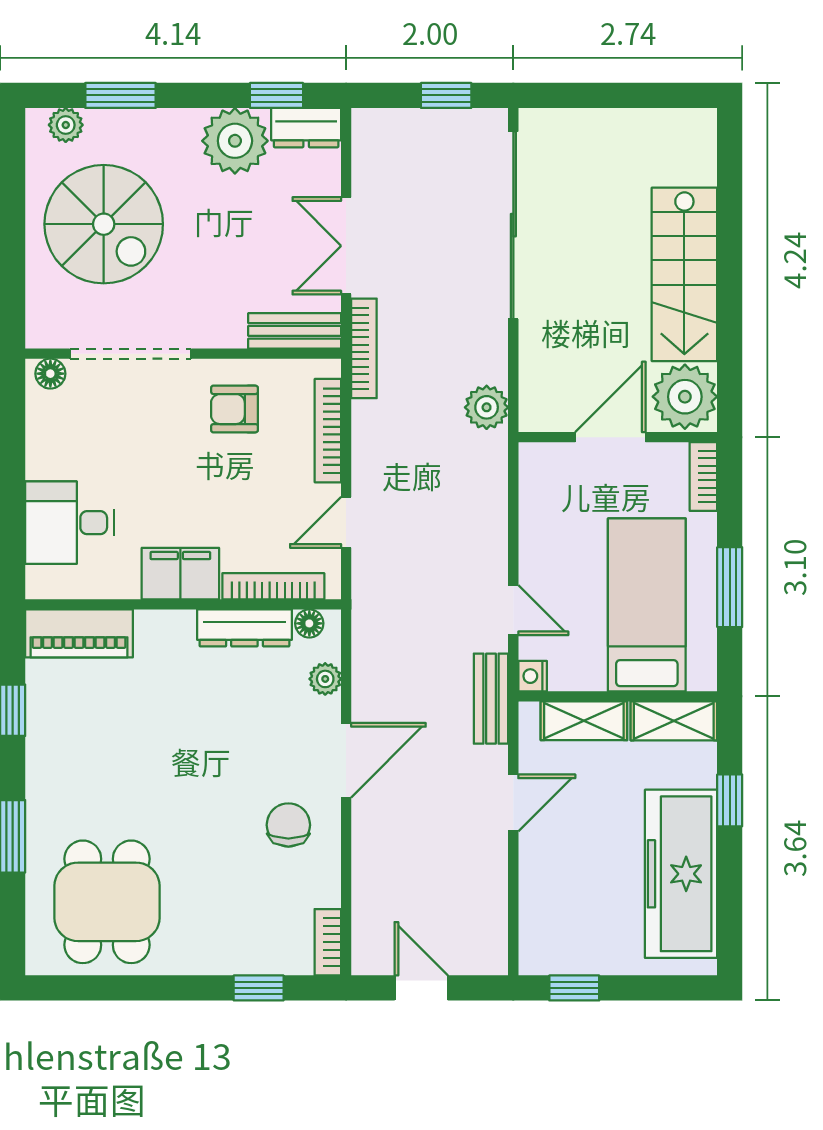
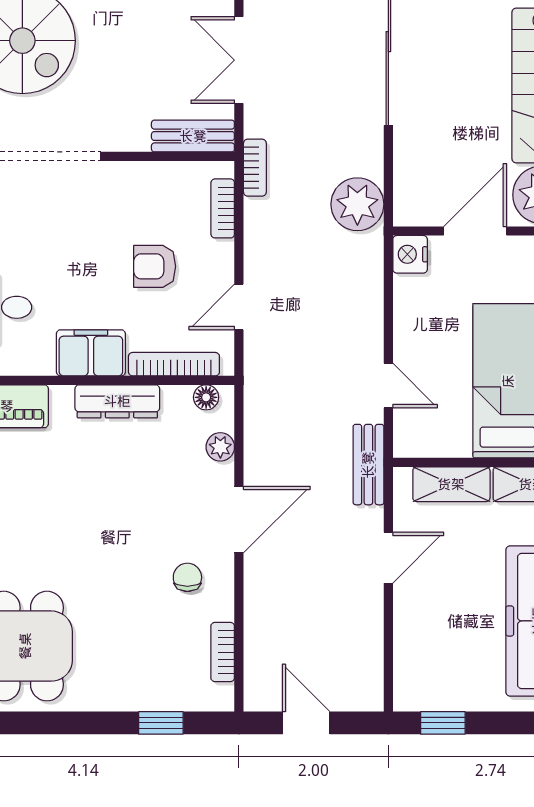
bookcase: (364, 348) -> (255, 168), width x0.64
plant: (487, 407) -> (357, 204), width x1.36, depth x1.36
armchair: (234, 409) -> (155, 266), moved
bookcase: (328, 431) -> (223, 208), width x0.64
dresser: (244, 628) -> (117, 401), moved
nightstand: (533, 676) -> (410, 254), moved, width x1.39, depth x1.35
chair: (288, 825) -> (187, 577), width x0.73, depth x0.73
bookcase: (328, 942) -> (223, 652), moved

